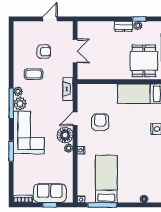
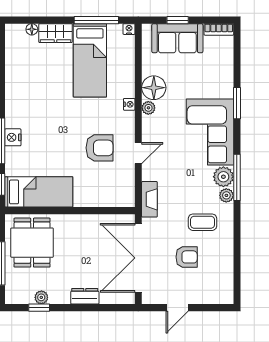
dresser: (124, 26) -> (85, 296), moved
double door: (75, 51) -> (138, 258), width x1.87
armchair: (44, 52) -> (187, 257), turned 180
armchair: (100, 122) -> (99, 148), turned -90
floor lamp: (65, 135) -> (154, 88), moved
wardrobe: (129, 196) -> (56, 33), added

